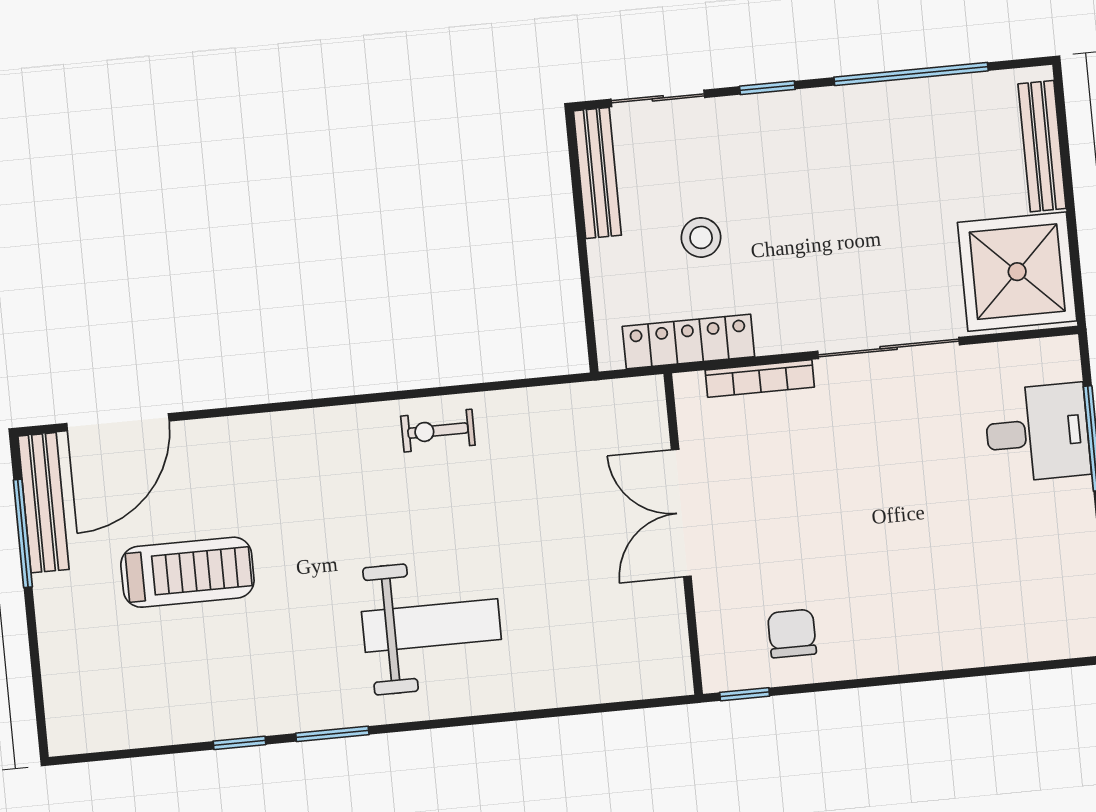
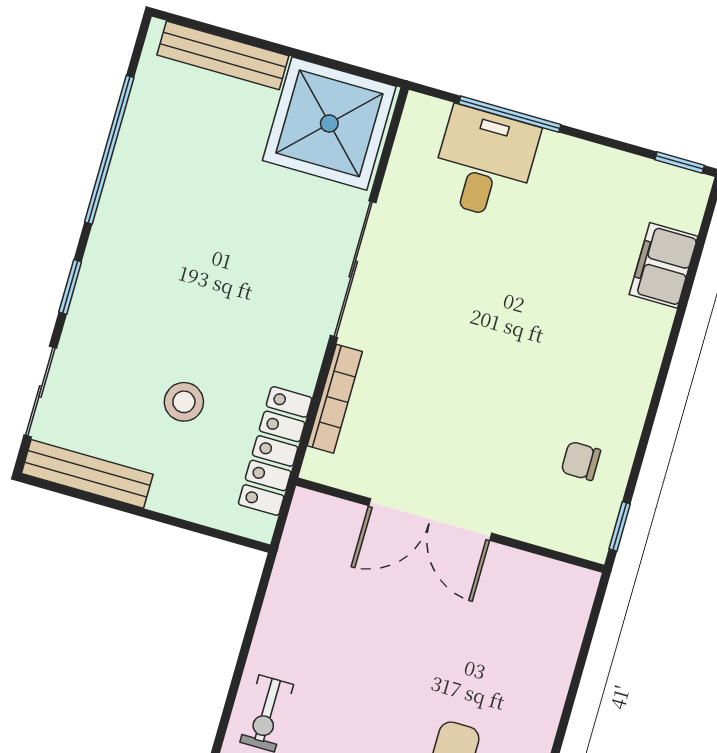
chair: (792, 633) -> (581, 461), width x0.73, depth x0.73
filing cabinet: (1007, 639) -> (664, 265), added

